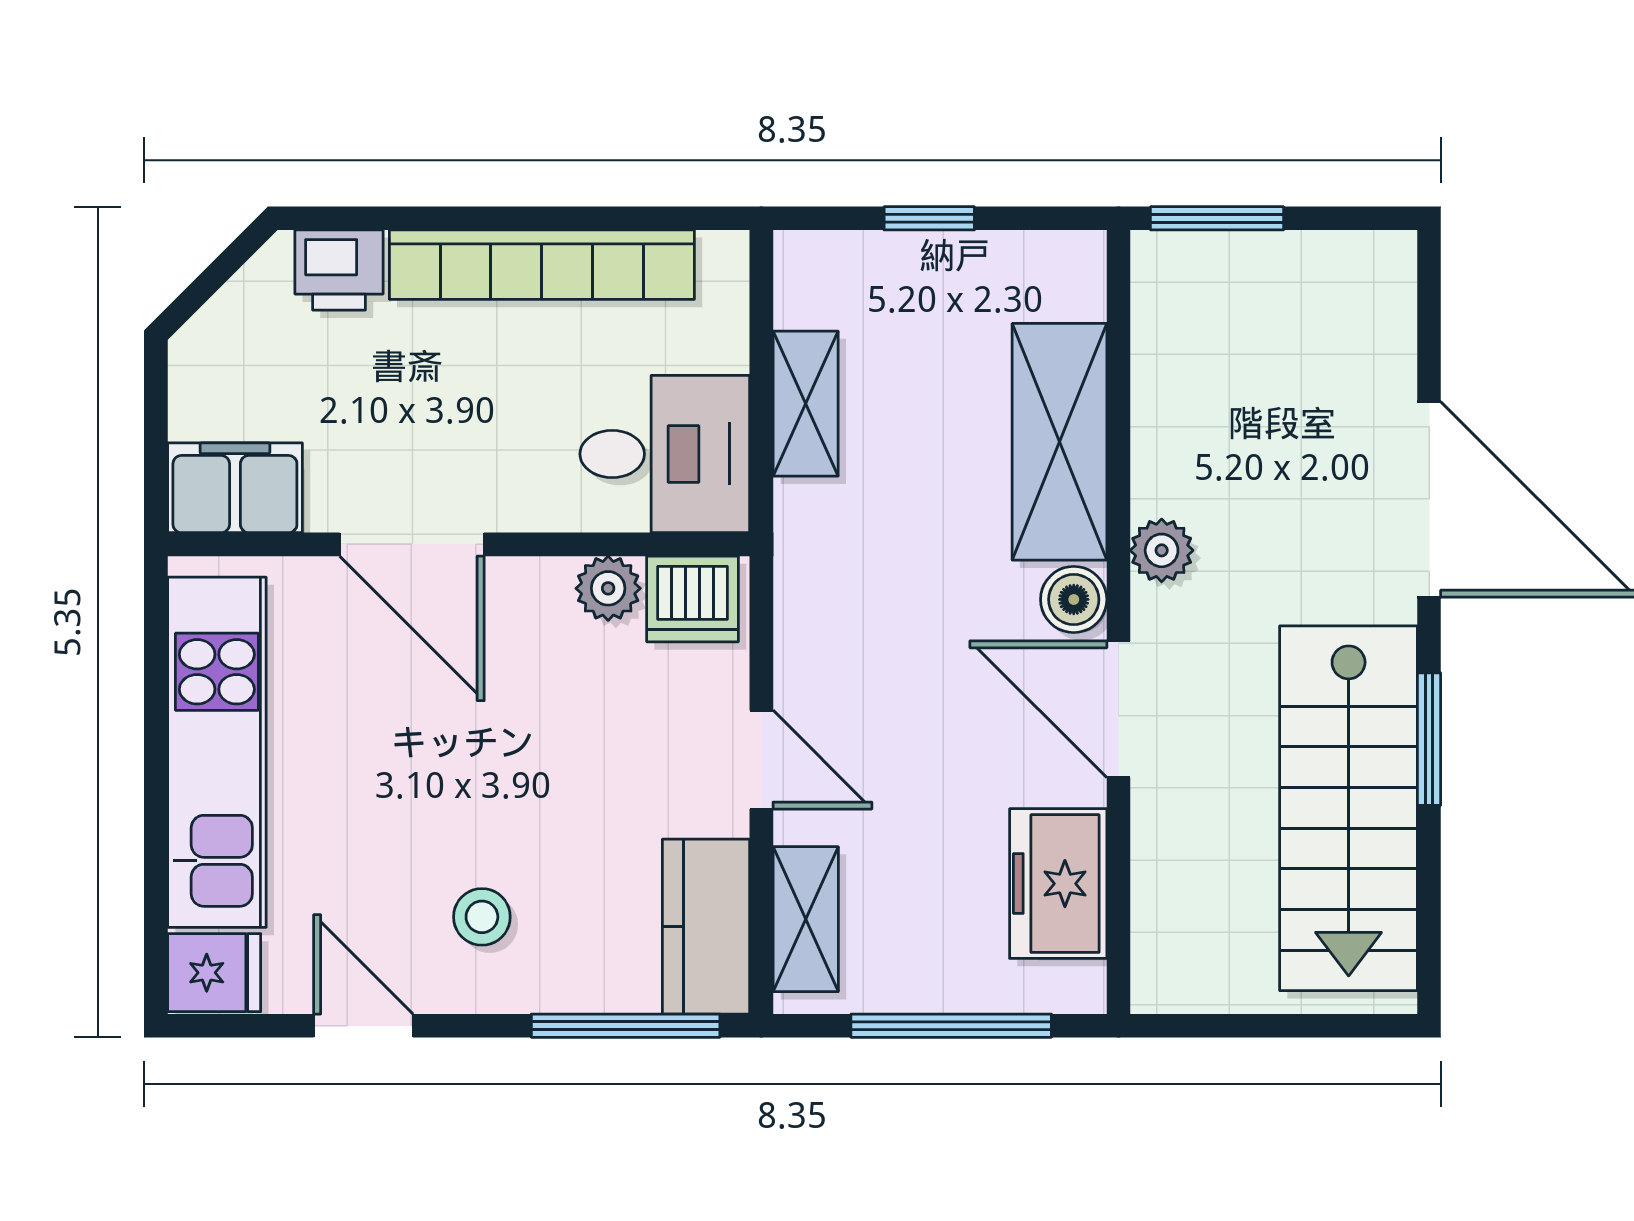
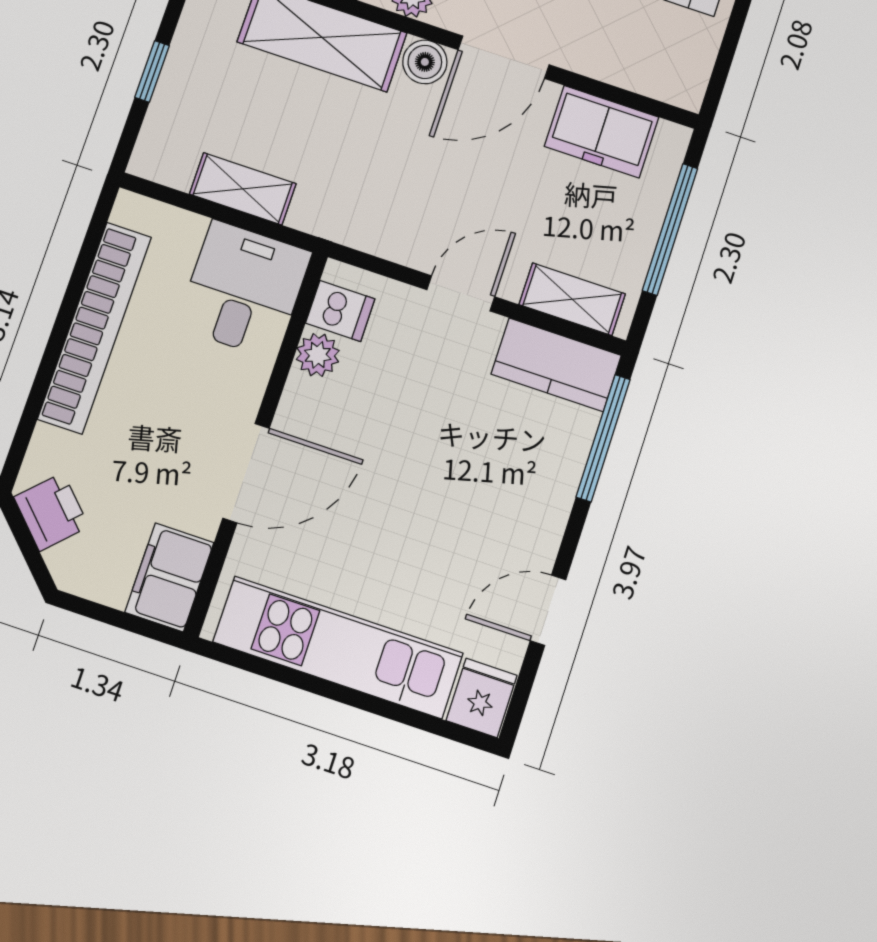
printer: (339, 270) -> (51, 512), moved, turned -45
dishwasher: (692, 599) -> (340, 311), width x0.73
stool: (482, 917) -> (503, 508), removed

